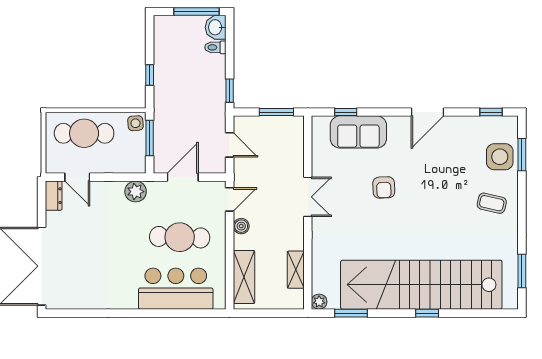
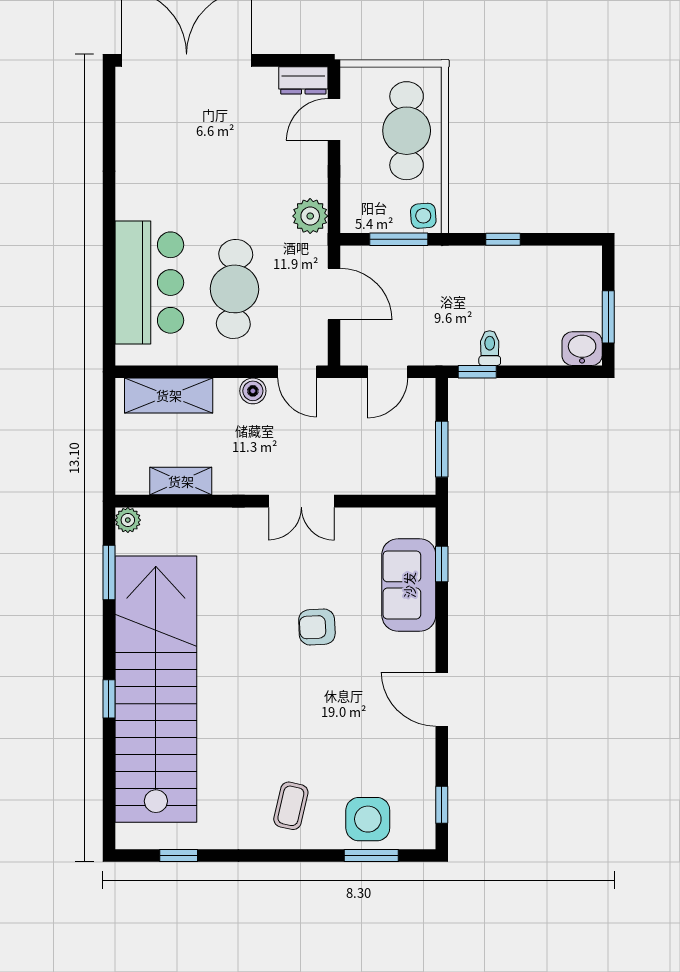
window: (196, 12) -> (608, 317), width x0.69
toilet: (215, 47) -> (490, 348), moved
window: (522, 271) -> (179, 856), width x0.67

